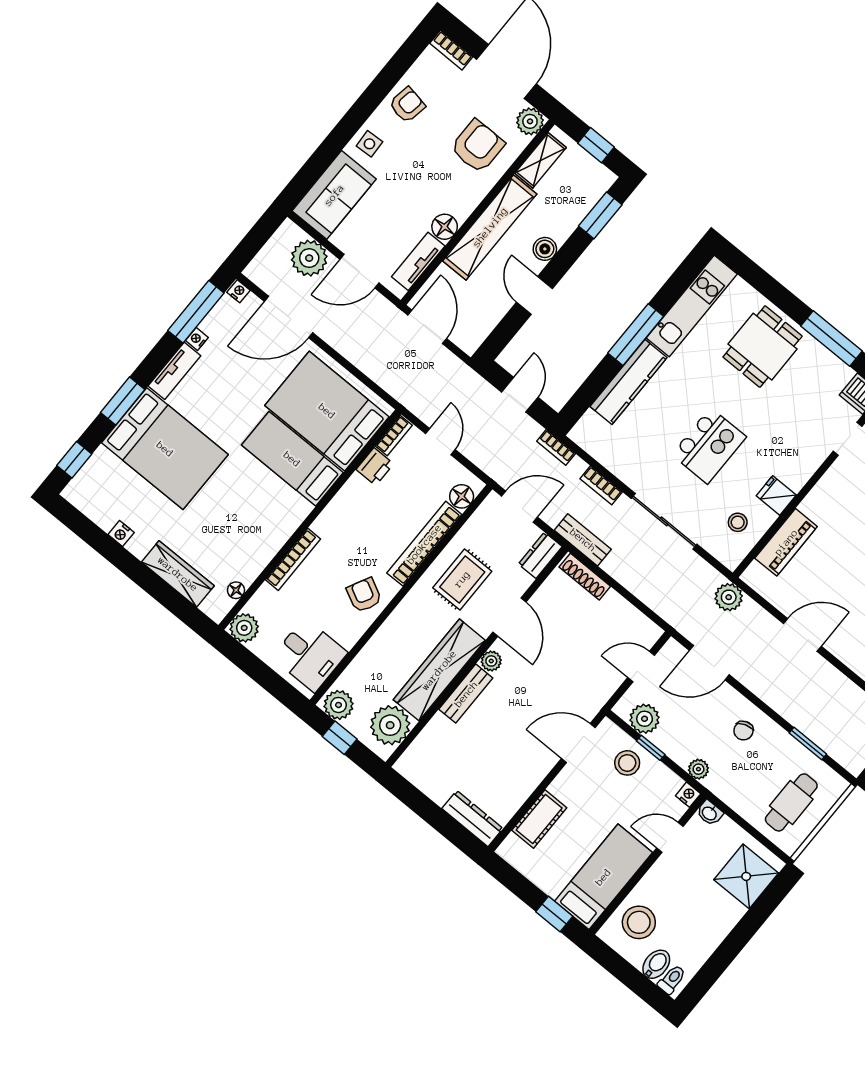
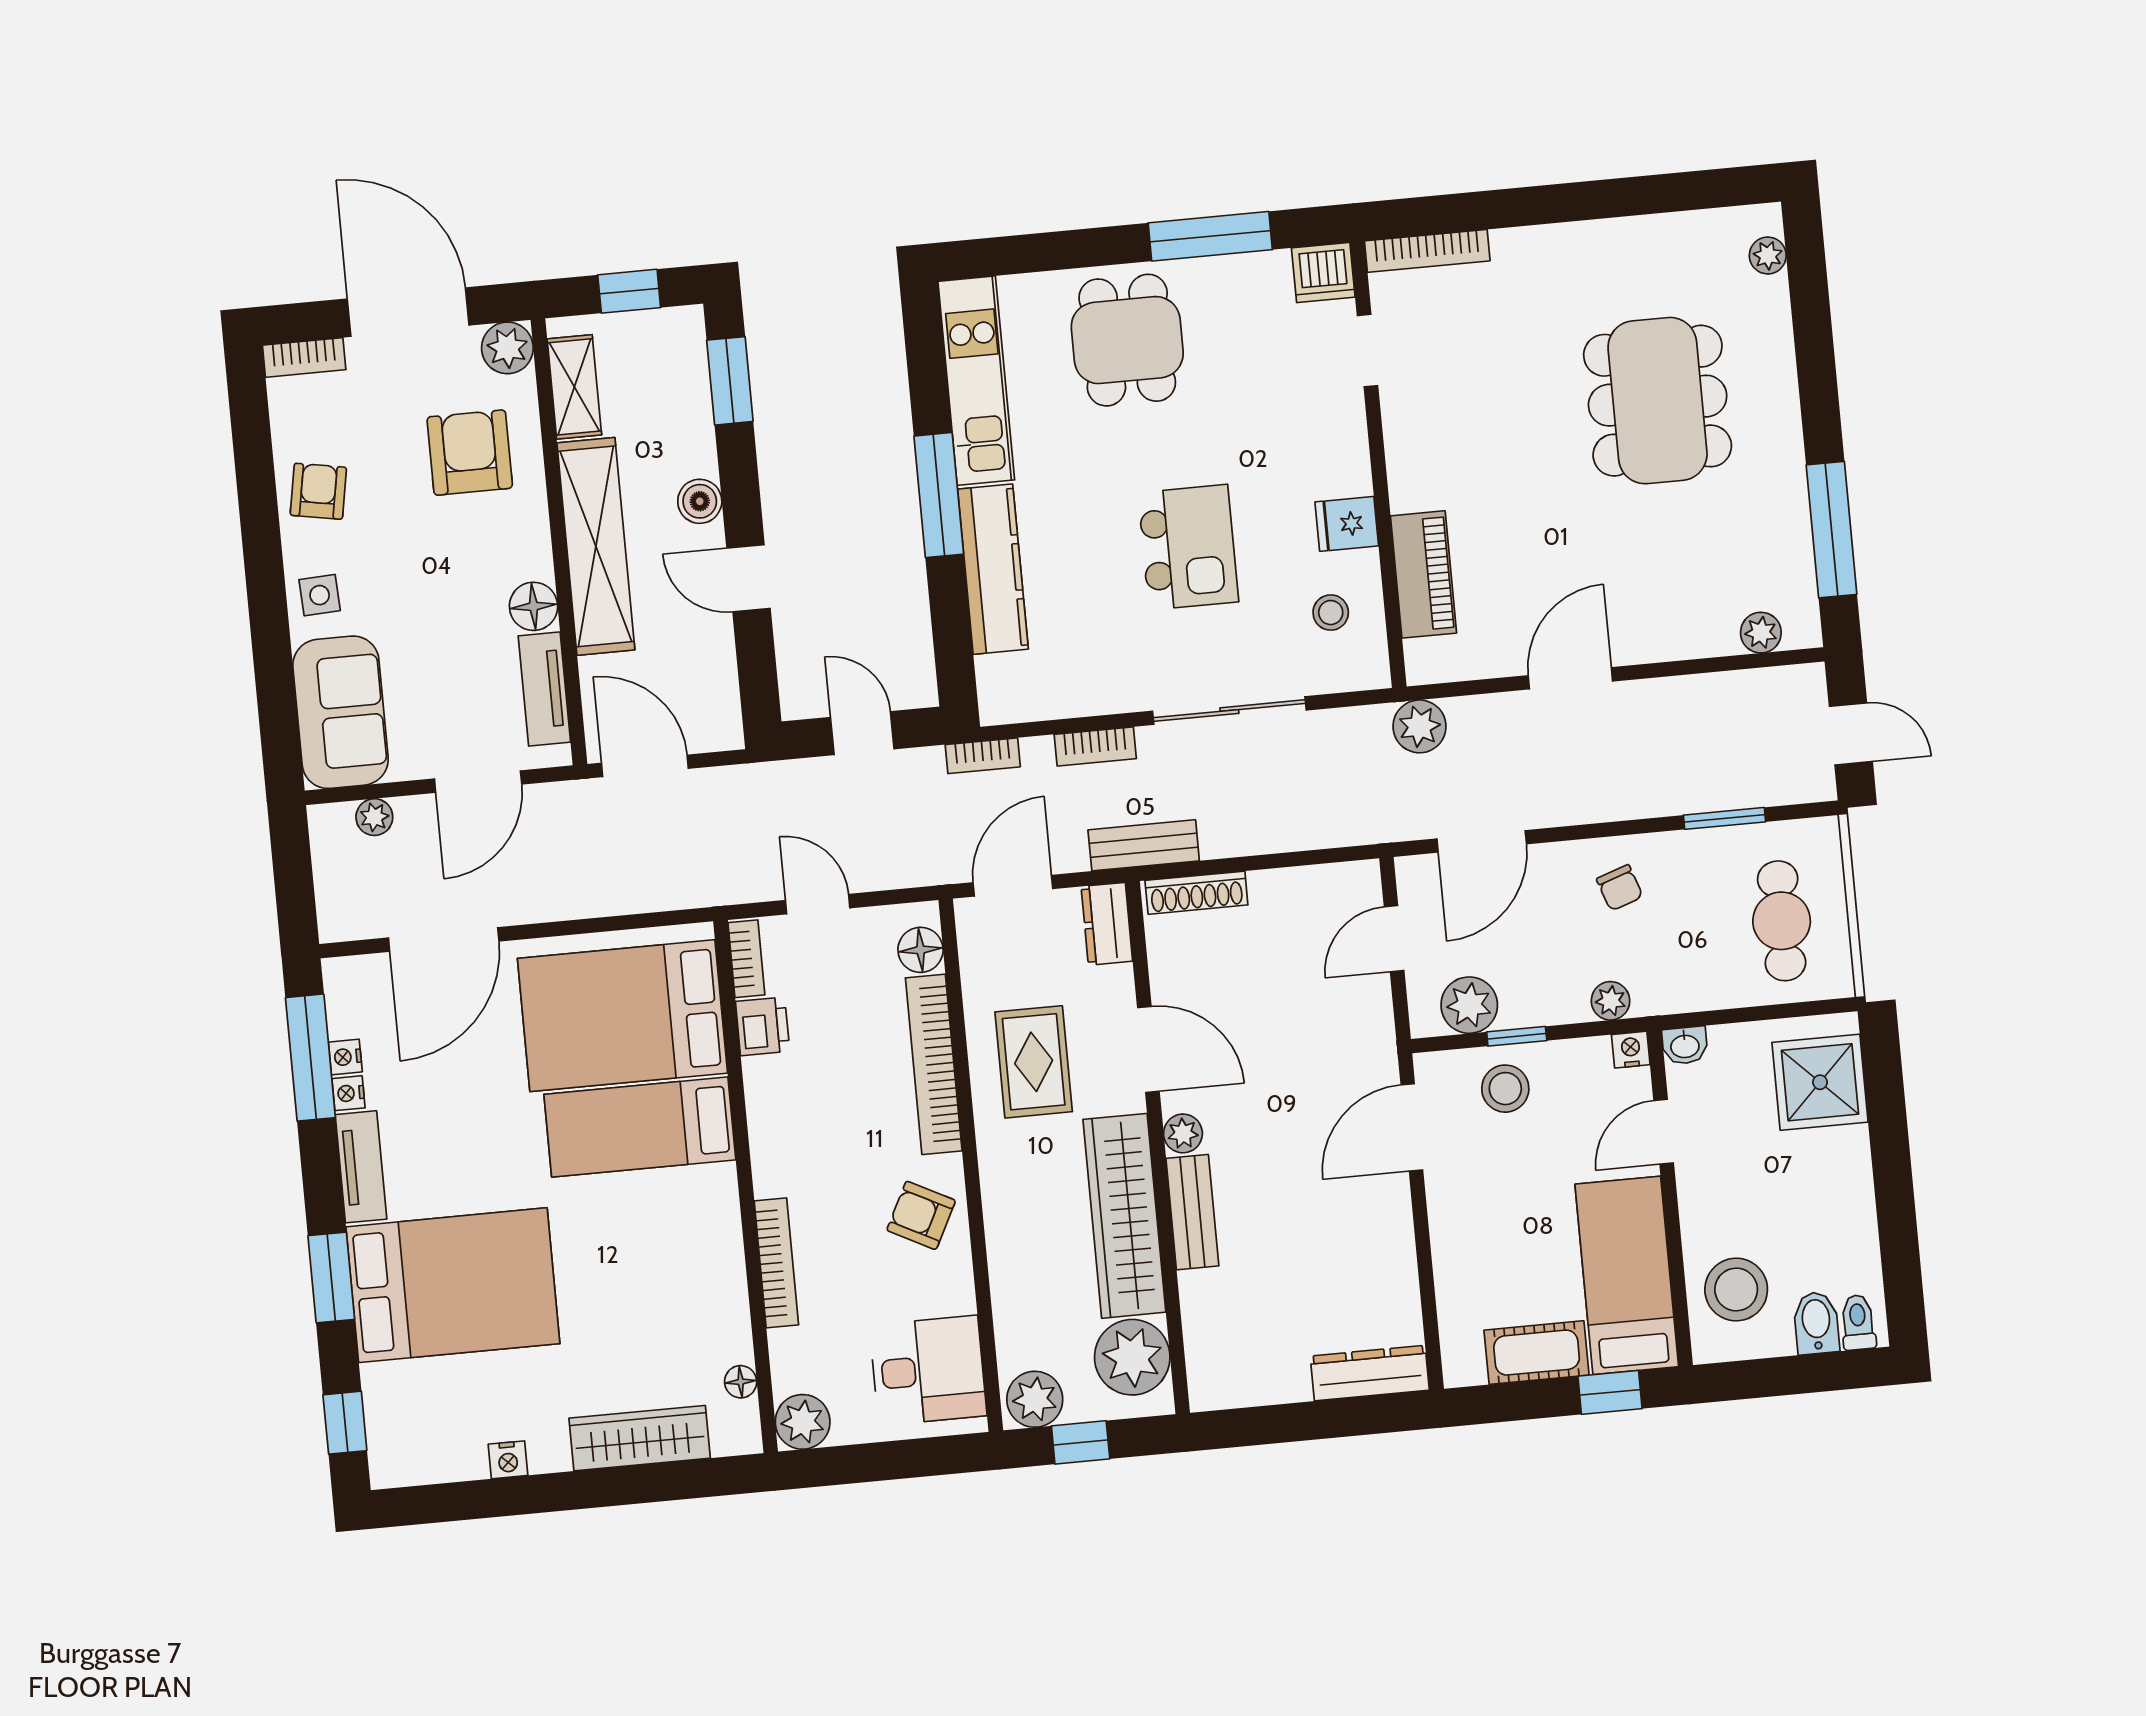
plant: (309, 258) -> (374, 817), width x0.53, depth x0.53
nightstand: (238, 291) -> (345, 1057), moved, turned -90
cot: (539, 819) -> (1537, 1353), moved, turned 90

